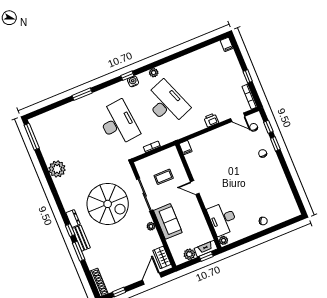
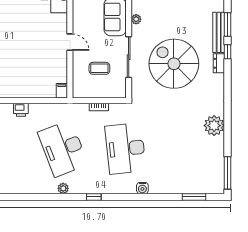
water cooler: (133, 81) -> (142, 188), moved
window: (82, 94) -> (194, 197), moved
bench: (81, 238) -> (219, 32), width x1.36

